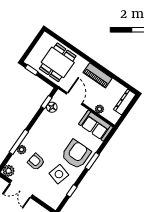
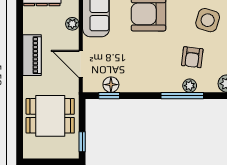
door: (74, 99) -> (81, 64), hinge flipped
side table: (59, 174) -> (208, 20), moved

